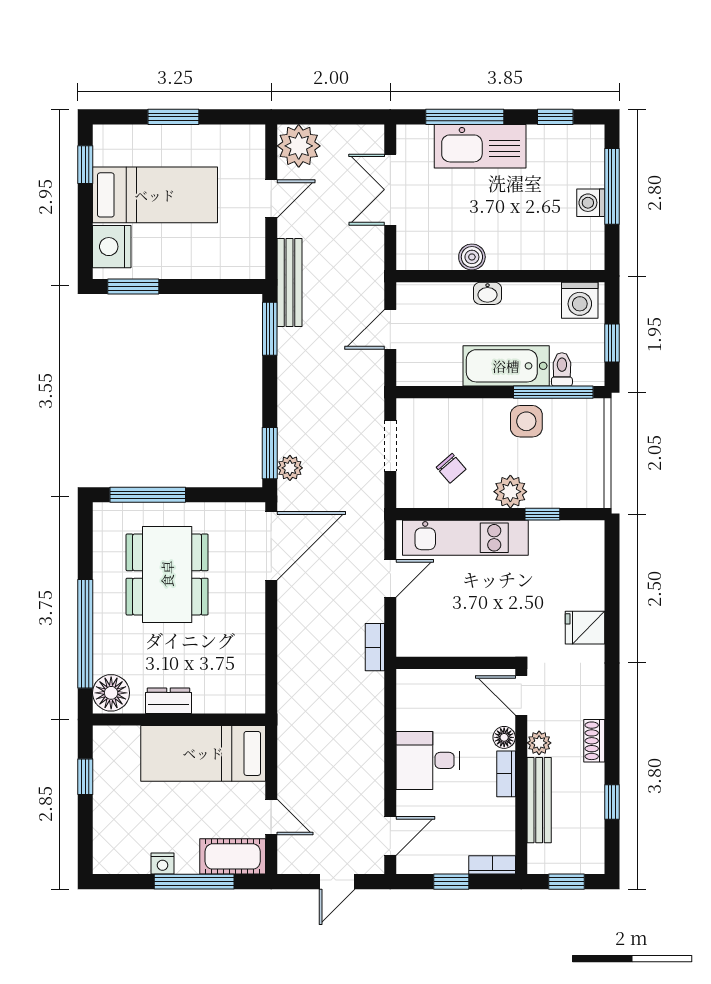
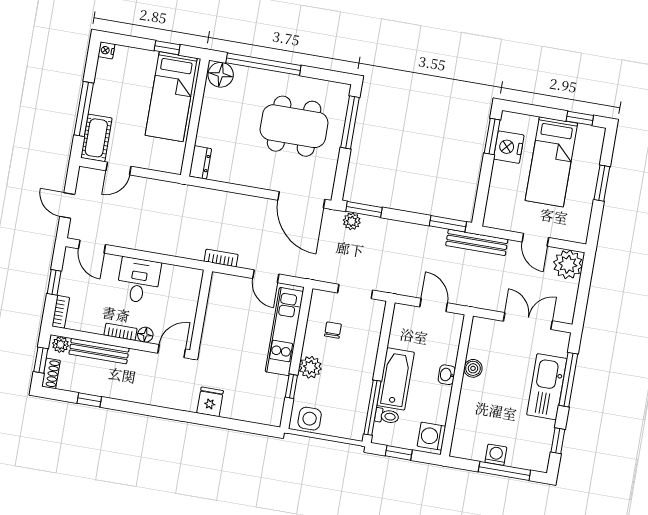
nightstand: (112, 247) -> (509, 147), moved, turned -90
side table: (526, 421) -> (310, 419), moved
chair: (451, 468) -> (333, 330), turned 131
dresser: (168, 701) -> (200, 162), moved
shoe rack: (594, 741) -> (51, 373), moved, turned 90
plant: (539, 743) -> (60, 344), moved
bed: (203, 753) -> (171, 97), moved, turned 180
nightstand: (163, 863) -> (106, 50), moved

